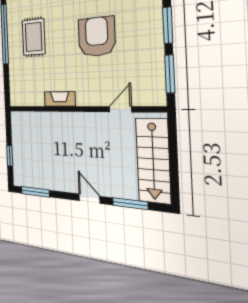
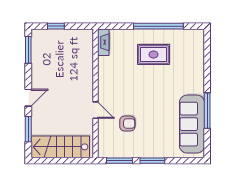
armchair: (97, 37) -> (127, 123), moved, width x0.53, depth x0.53
fireplace: (60, 99) -> (103, 42), moved
door: (120, 109) -> (95, 110), moved

